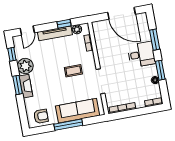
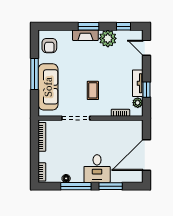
tv unit: (55, 33) -> (138, 83), width x0.71
window: (160, 70) -> (76, 186), width x1.44

